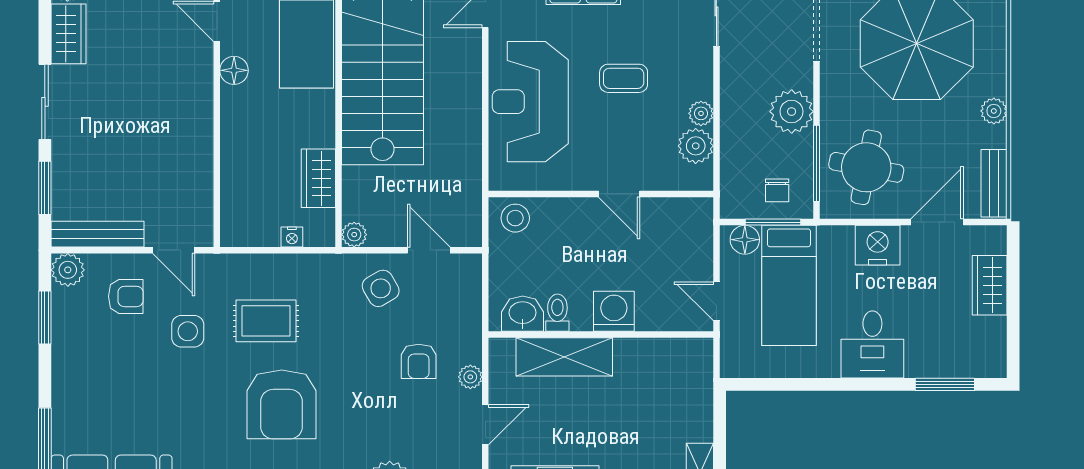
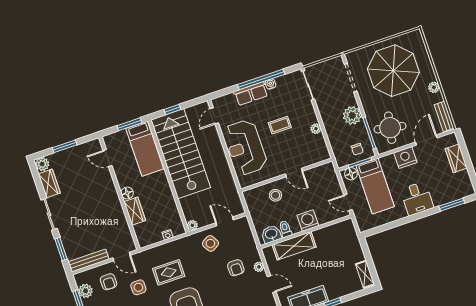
floor lamp: (234, 70) -> (127, 193), moved
plant: (696, 146) -> (318, 142), removed
wardrobe: (318, 178) -> (135, 211), moved, turned 180
stool: (515, 218) -> (275, 195), moved
plant: (68, 270) -> (85, 291), moved
armchair: (126, 296) -> (109, 282), turned 90
door: (485, 425) -> (272, 284), hinge flipped

